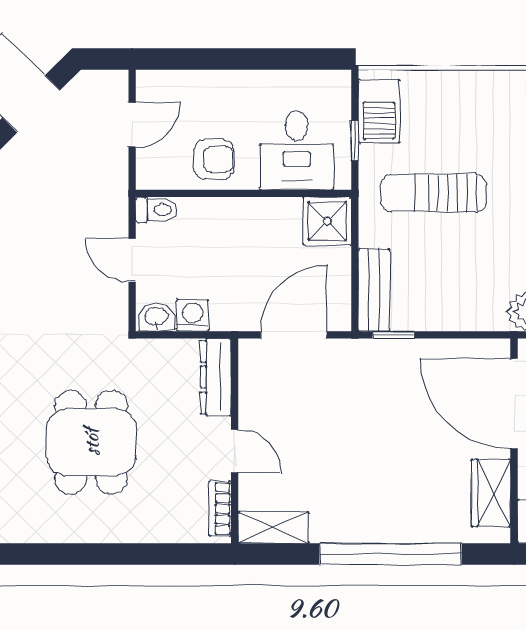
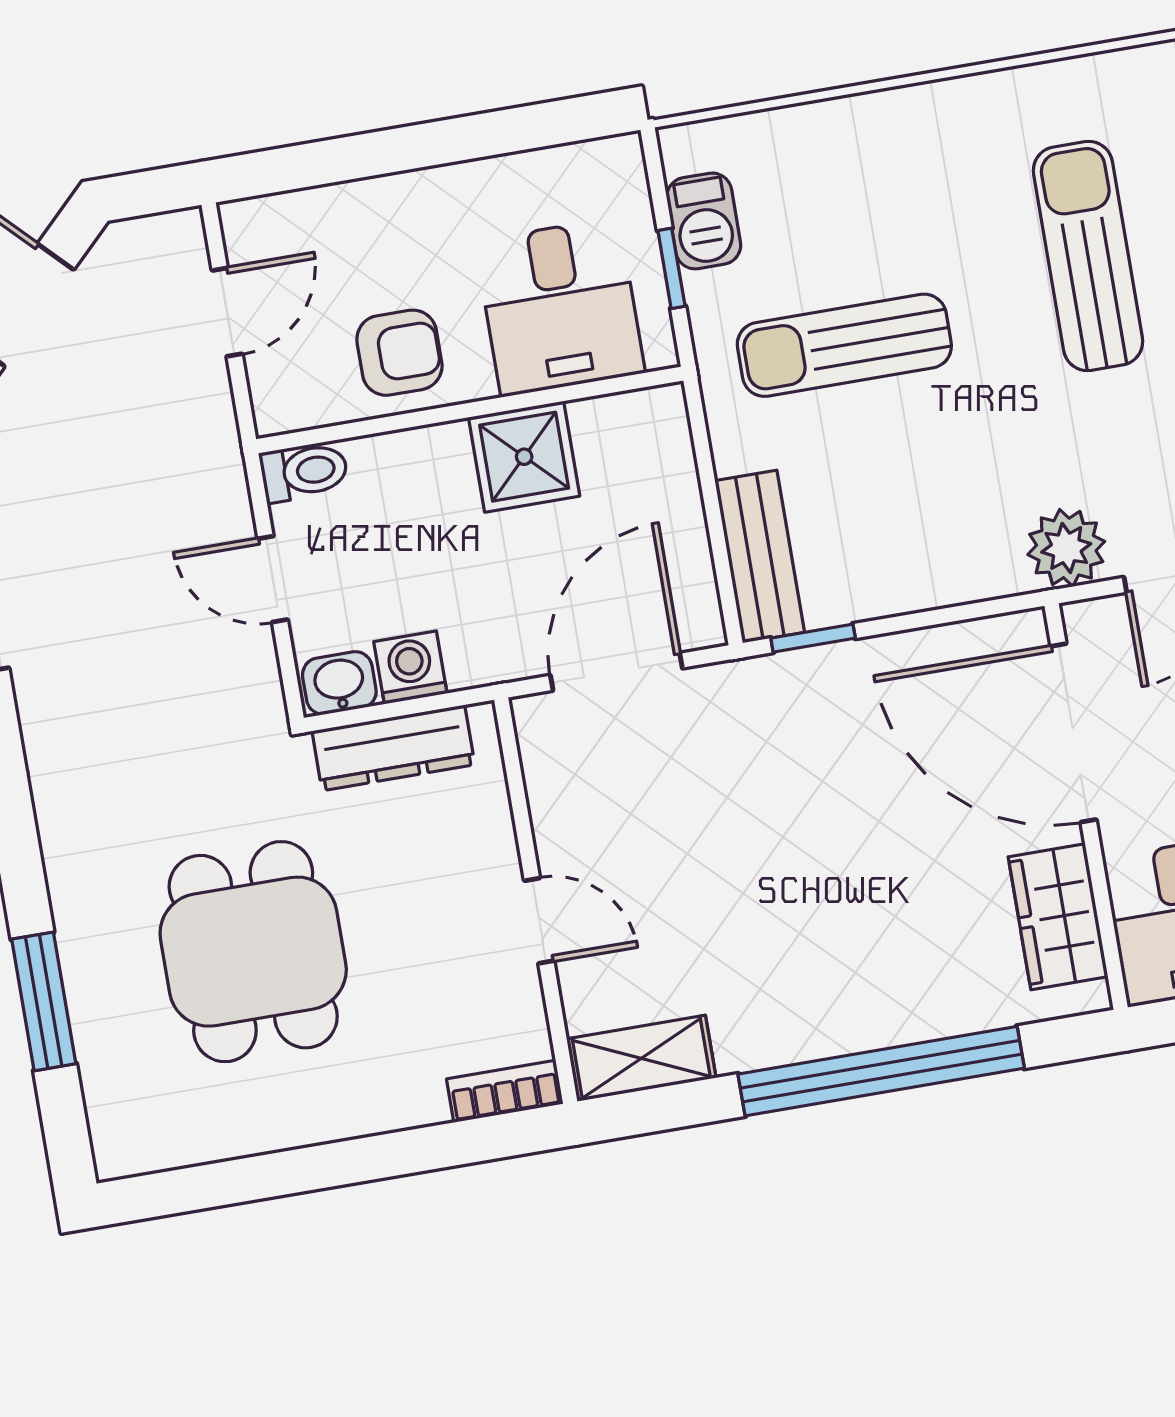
barbecue: (379, 111) -> (704, 221), width x0.73, depth x0.79
shower: (327, 221) -> (524, 457), moved
dresser: (216, 377) -> (393, 748), moved, turned -90
bookcase: (220, 509) -> (505, 1091), moved, turned 90

